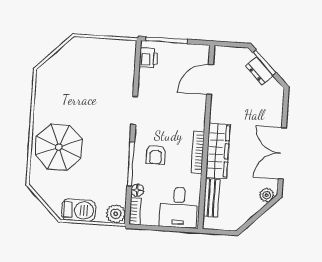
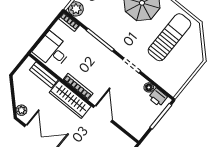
door: (210, 80) -> (103, 114), moved
sun lounger: (75, 91) -> (169, 37), added
armchair: (156, 155) -> (95, 59), removed
floor lamp: (137, 190) -> (149, 87), moved

